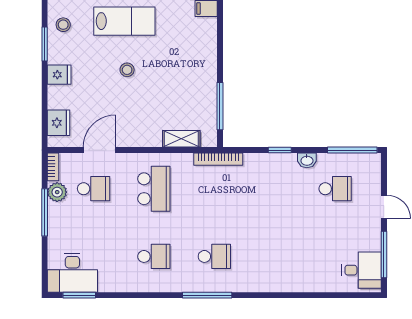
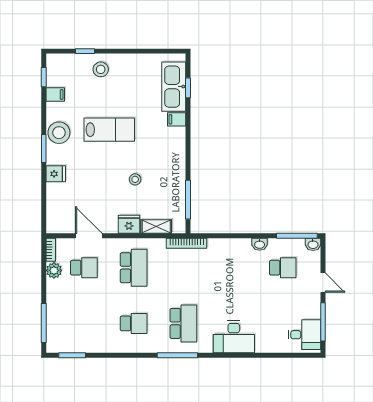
stool: (63, 25) -> (59, 133), width x1.89, depth x1.89
stool: (127, 70) -> (135, 179), moved
fridge: (59, 123) -> (129, 224), moved, turned -90
door: (99, 150) -> (89, 236), hinge flipped
window: (280, 150) -> (237, 236), removed
washbasin: (372, 160) -> (313, 244), added
window: (45, 212) -> (44, 323), moved
school desk: (214, 256) -> (183, 323), width x1.85
desk: (72, 273) -> (234, 337), moved

